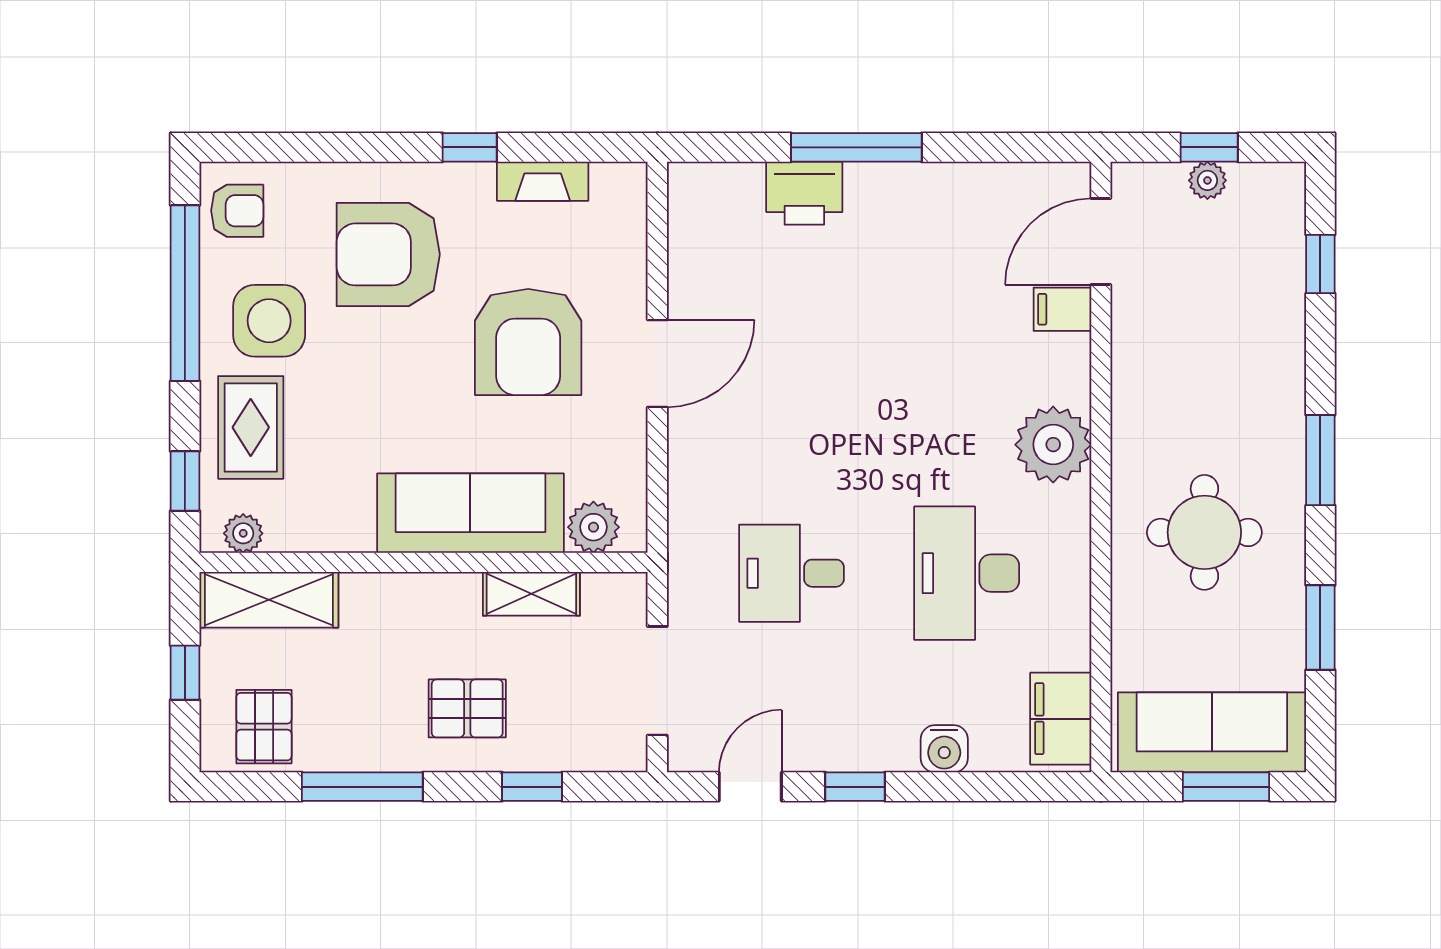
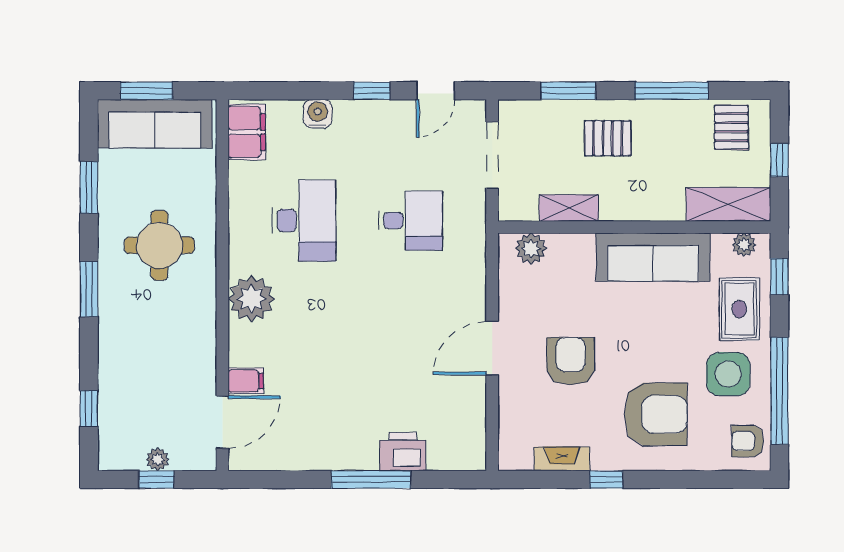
armchair: (528, 342) -> (571, 361), width x0.73, depth x0.73
sofa: (470, 513) -> (653, 257), moved
window: (532, 787) -> (568, 91), width x1.50

